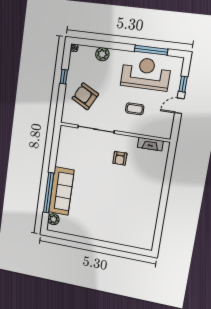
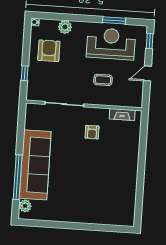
window: (151, 50) -> (114, 20), width x0.69
window: (64, 77) -> (25, 73), moved
window: (183, 84) -> (150, 41), moved
armchair: (85, 96) -> (49, 51), moved, turned 62
sofa: (61, 191) -> (35, 165), width x1.36, depth x1.27

